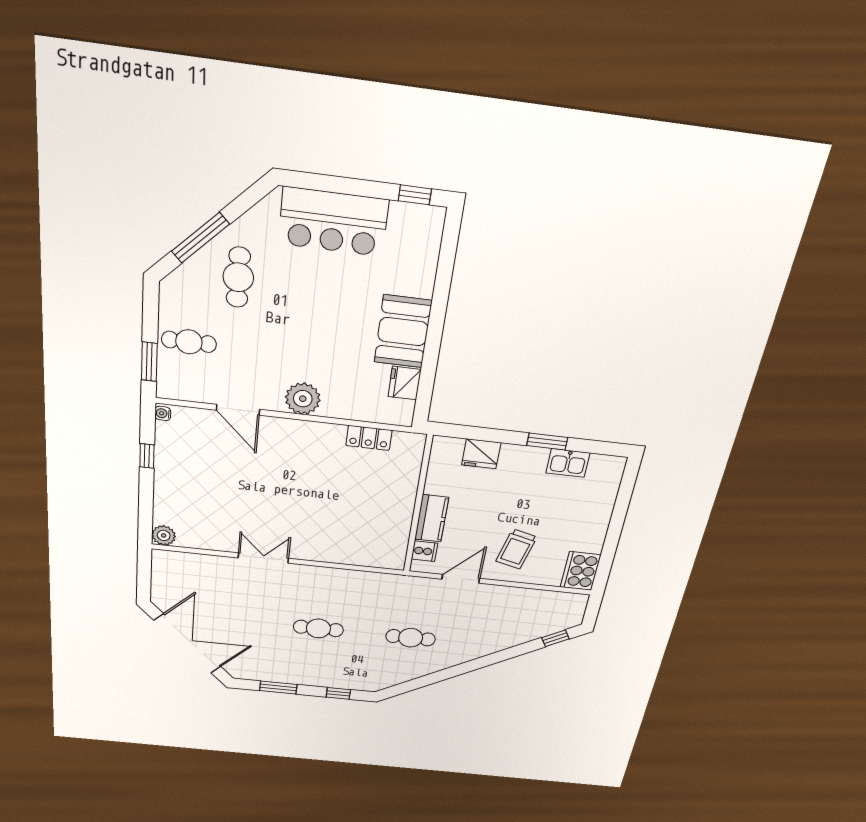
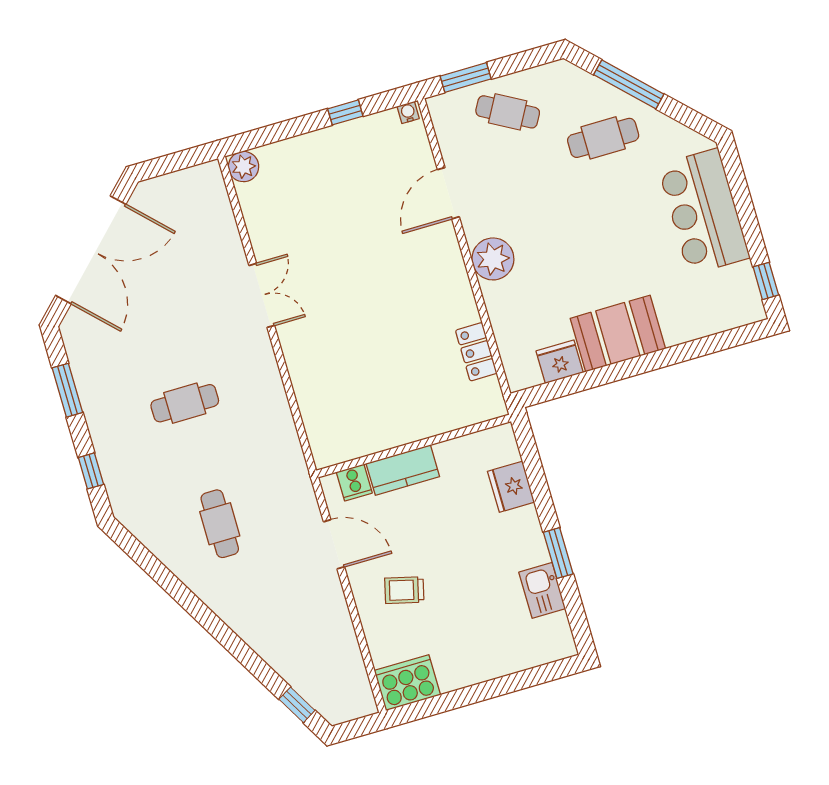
cafe table: (189, 342) -> (508, 112), turned -61
trolley: (516, 549) -> (404, 590), width x0.73, depth x0.72
cafe table: (318, 628) -> (185, 403), turned 90

